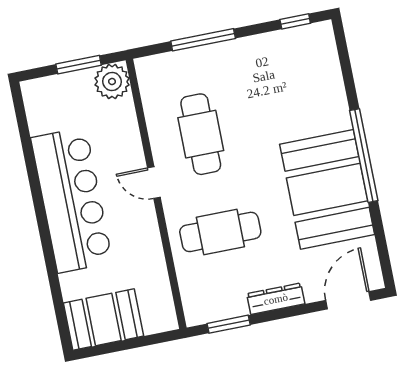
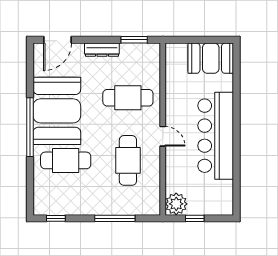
window: (79, 65) -> (195, 218), width x0.67
cafe table: (298, 115) -> (66, 160), added

